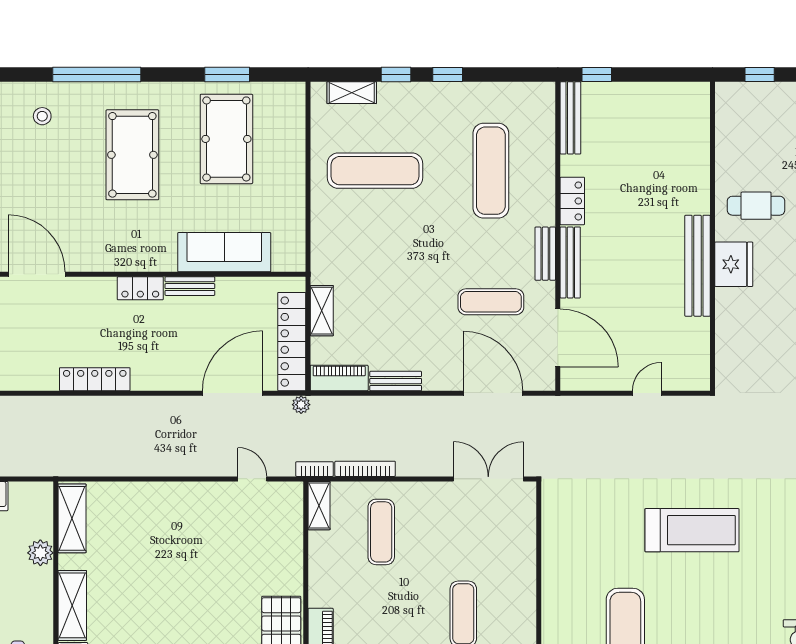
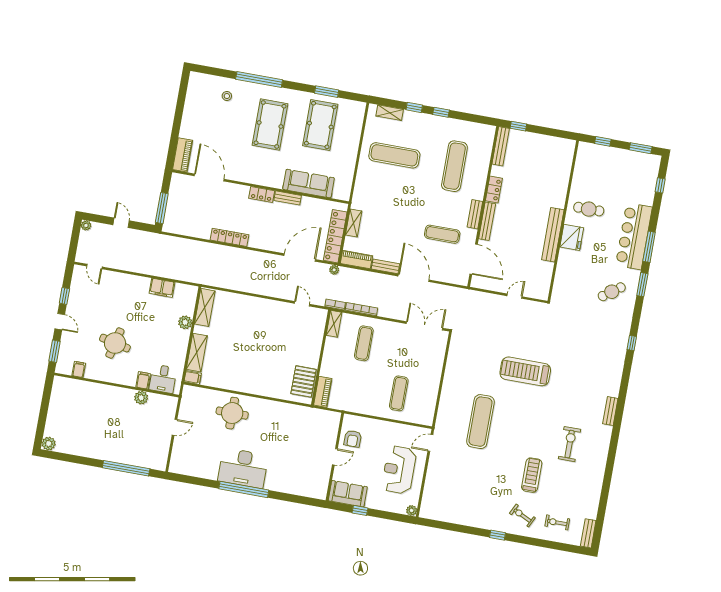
door: (493, 393) -> (414, 278), moved
treadmill: (692, 530) -> (525, 371), turned 180

